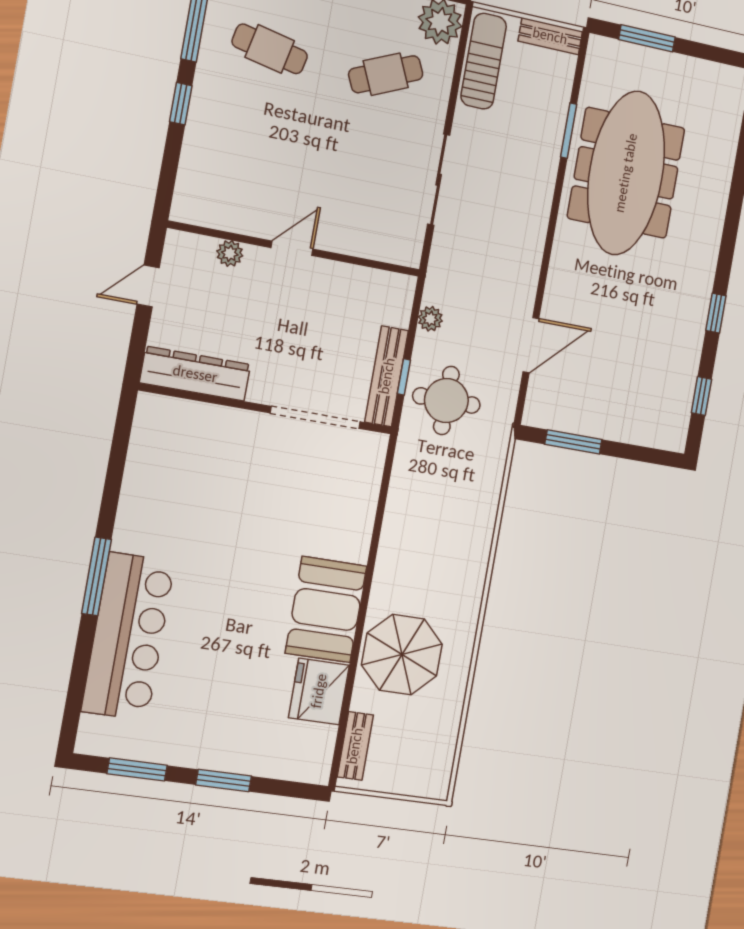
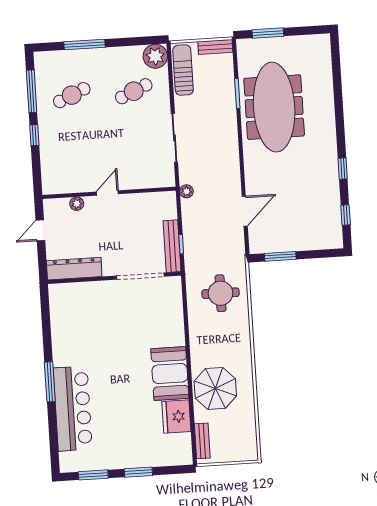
cafe table: (270, 49) -> (72, 95), turned -36
plant: (430, 319) -> (186, 191), moved
round table: (446, 400) -> (221, 293), moved

